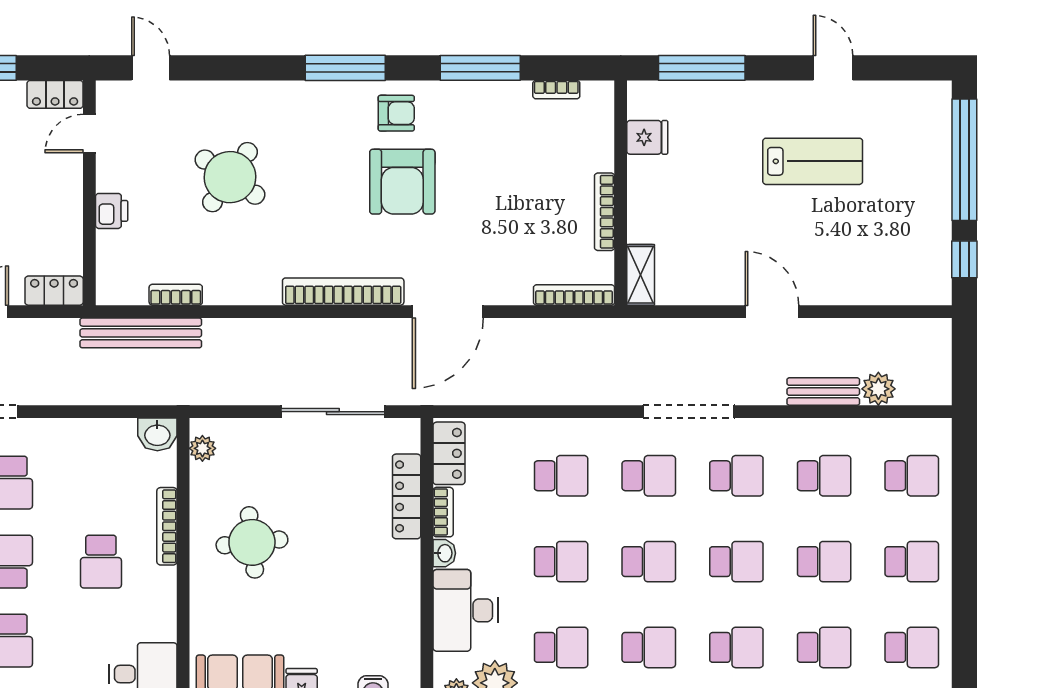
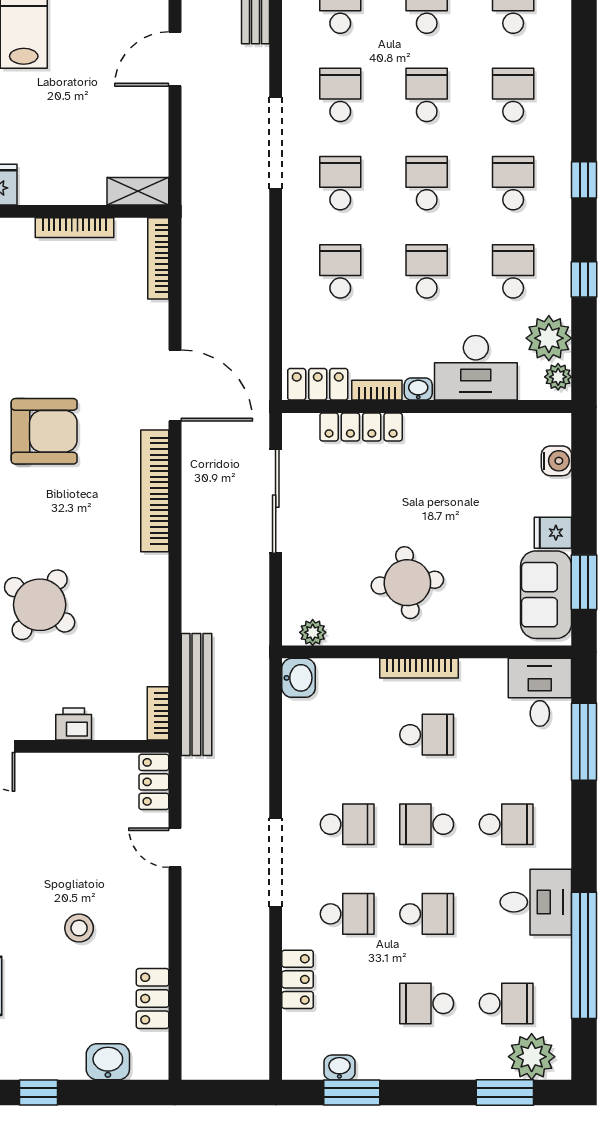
bookcase: (176, 295) -> (158, 713), moved
bookcase: (167, 526) -> (419, 668), moved

